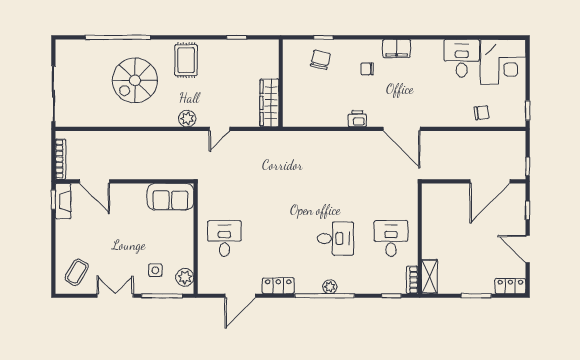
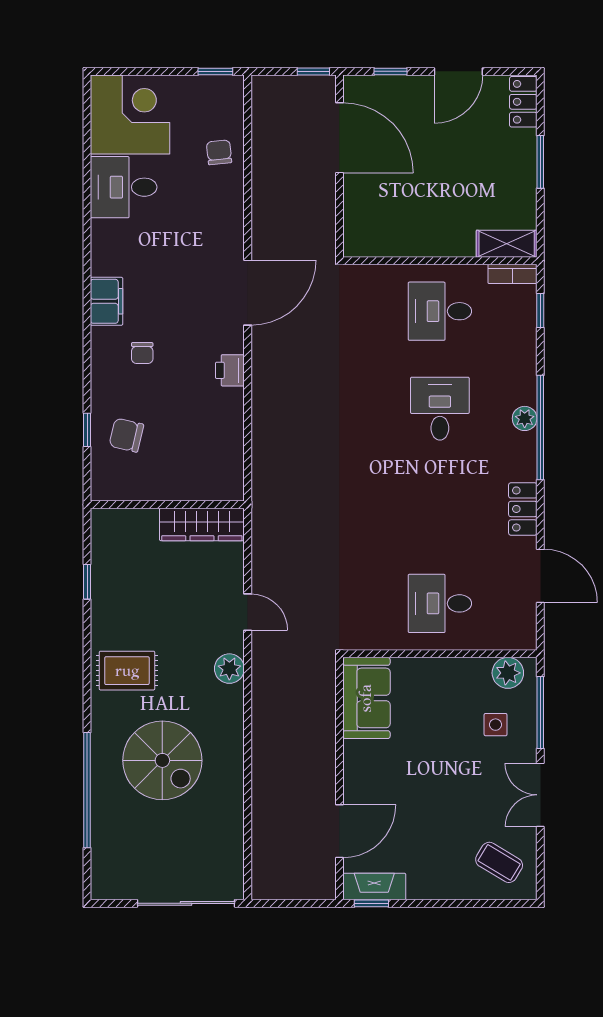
bookcase: (61, 159) -> (301, 891), removed

